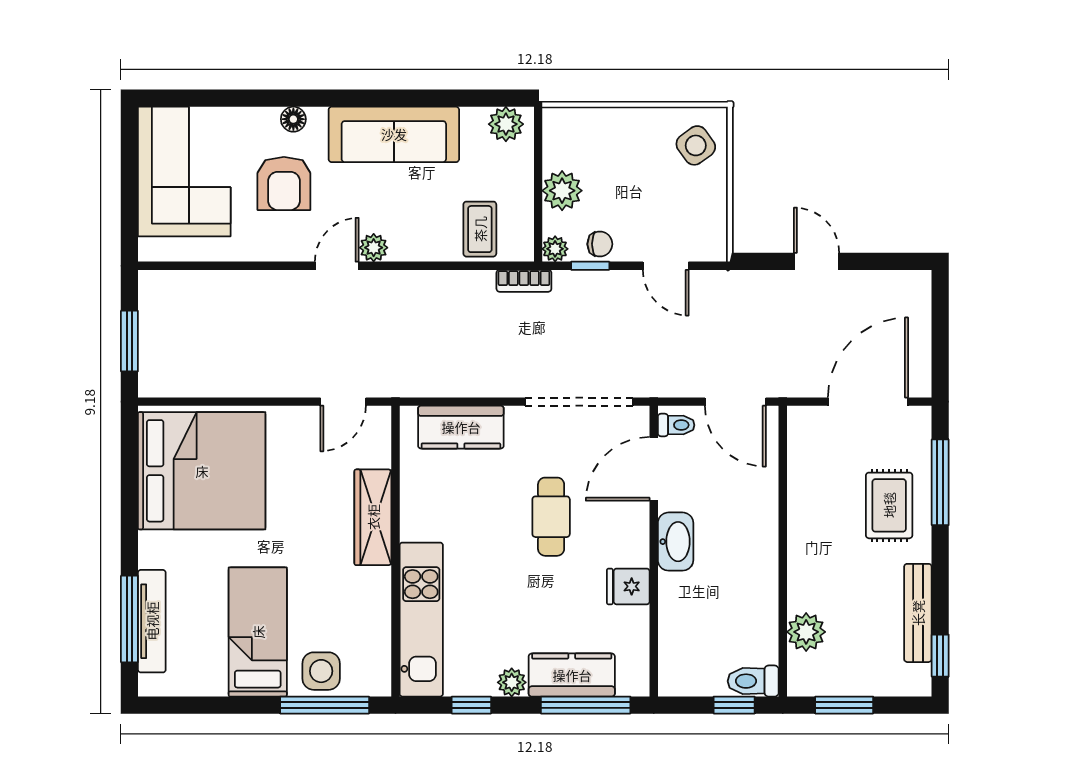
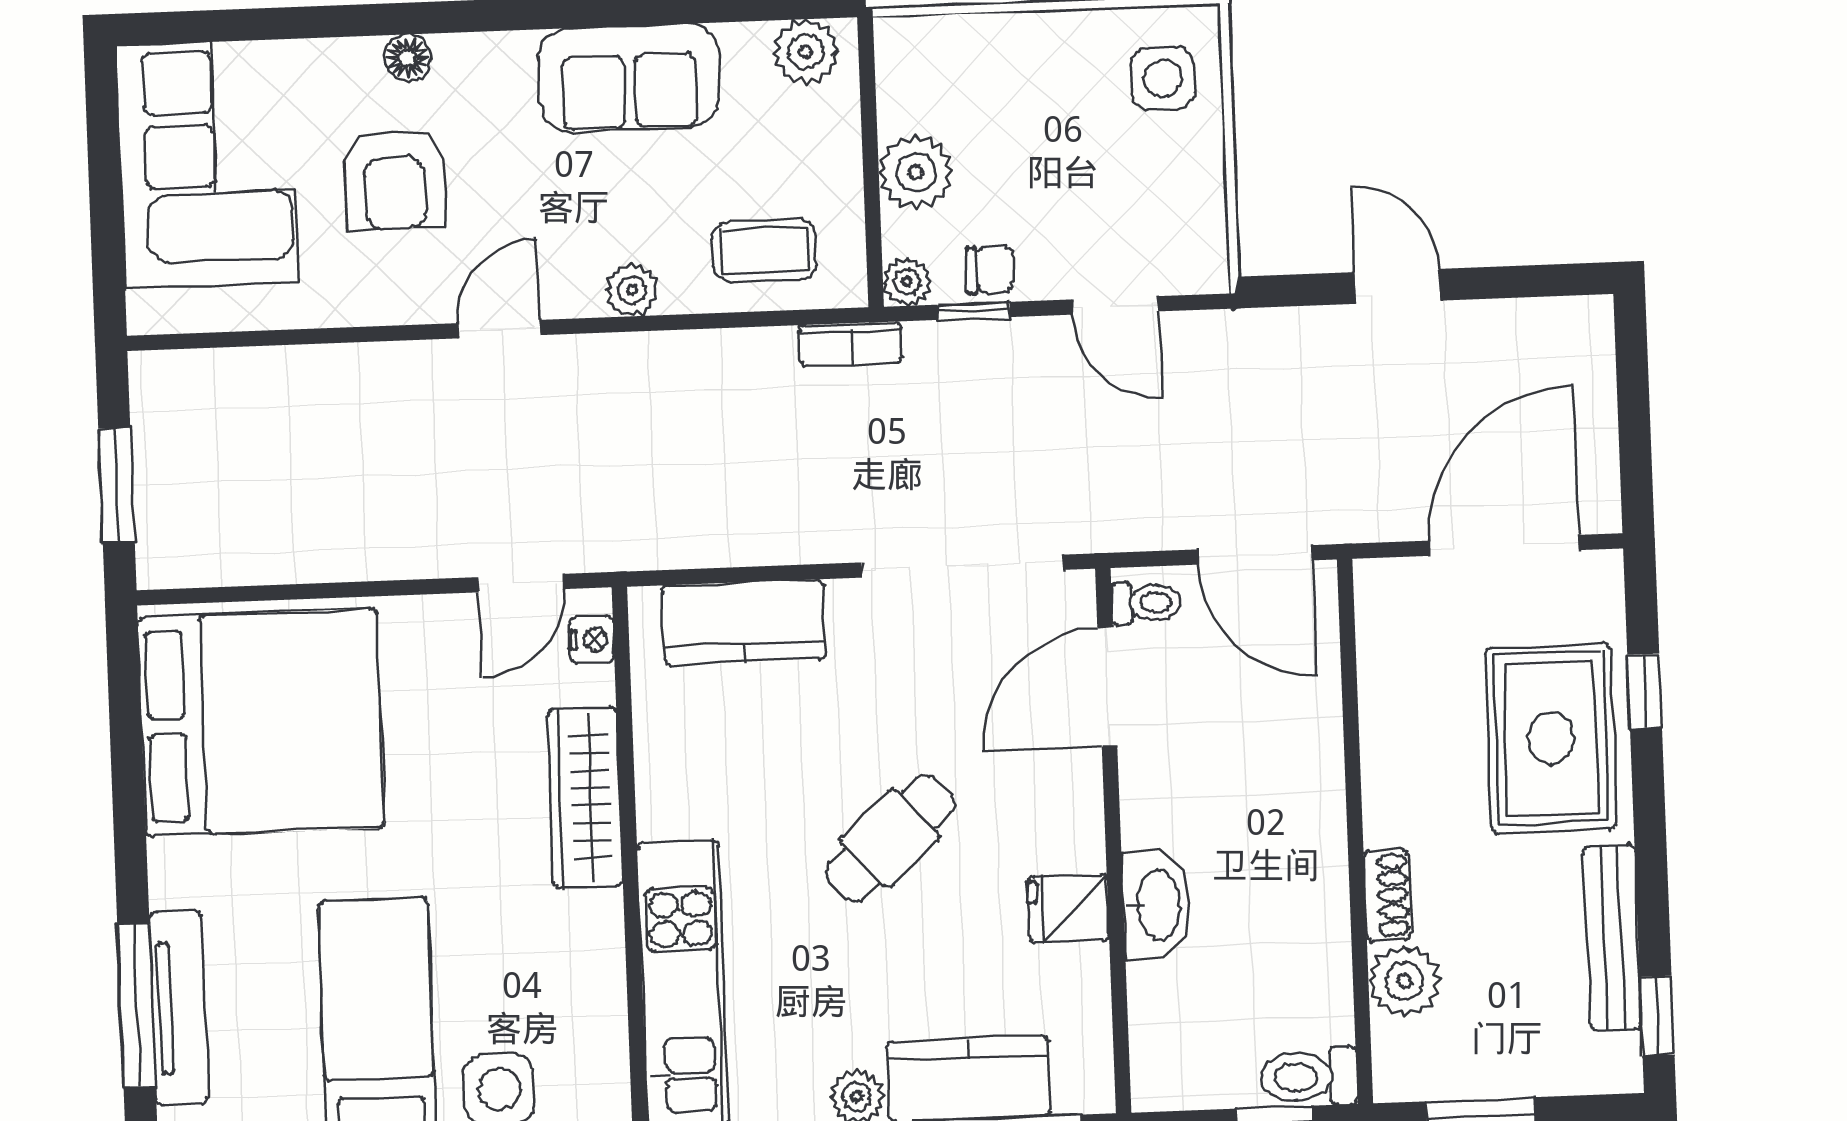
sofa: (394, 134) -> (629, 78), width x0.73
side table: (696, 145) -> (1163, 78), turned 36
coffee table: (480, 229) -> (765, 250), turned 90
plant: (374, 248) -> (632, 290), moved
nightstand: (380, 433) -> (592, 639), added
window: (940, 482) -> (1645, 691), width x0.46
rug: (889, 505) -> (1551, 738), width x1.36, depth x1.43
cafe table: (551, 517) -> (890, 838), moved, turned 48
washbasin: (676, 542) -> (1157, 904), moved
shoe rack: (799, 586) -> (1387, 895), added

